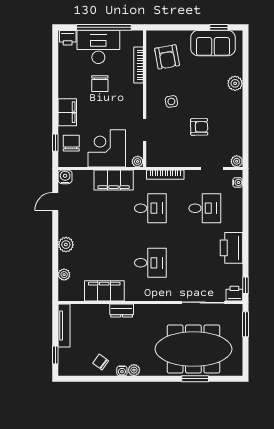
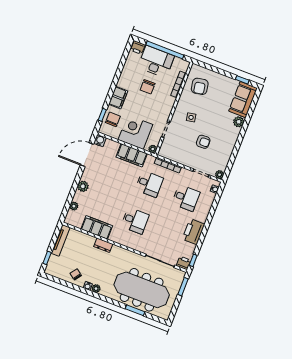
sofa: (213, 43) -> (243, 100), moved, turned 90
door: (55, 201) -> (87, 155), width x1.88

